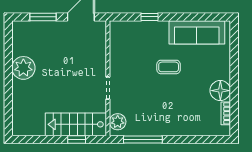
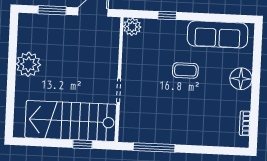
floor lamp: (220, 91) -> (241, 79), moved
plant: (118, 122) -> (132, 27), moved
stairs: (76, 124) -> (71, 121), width x1.36, depth x1.51

